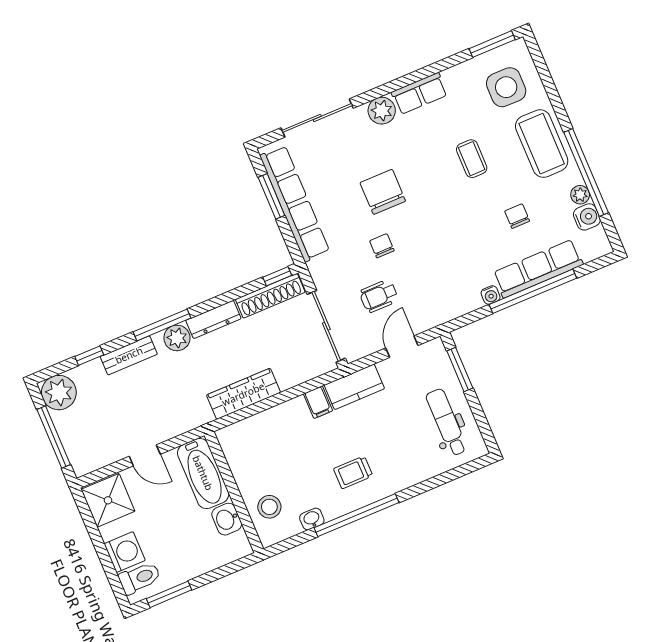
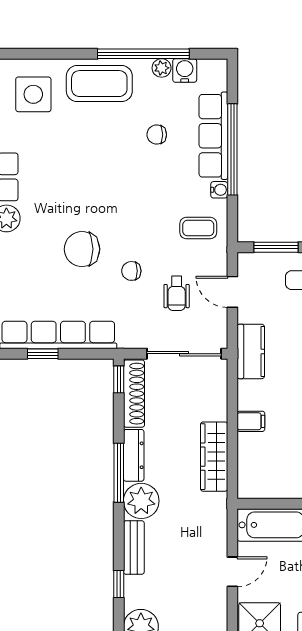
coffee table: (472, 159) -> (198, 228), moved
window: (271, 196) -> (43, 354), width x0.67
window: (162, 325) -> (119, 473), moved
plant: (177, 338) -> (141, 501), width x1.36, depth x1.36
filing cabinet: (318, 402) -> (251, 421), moved

